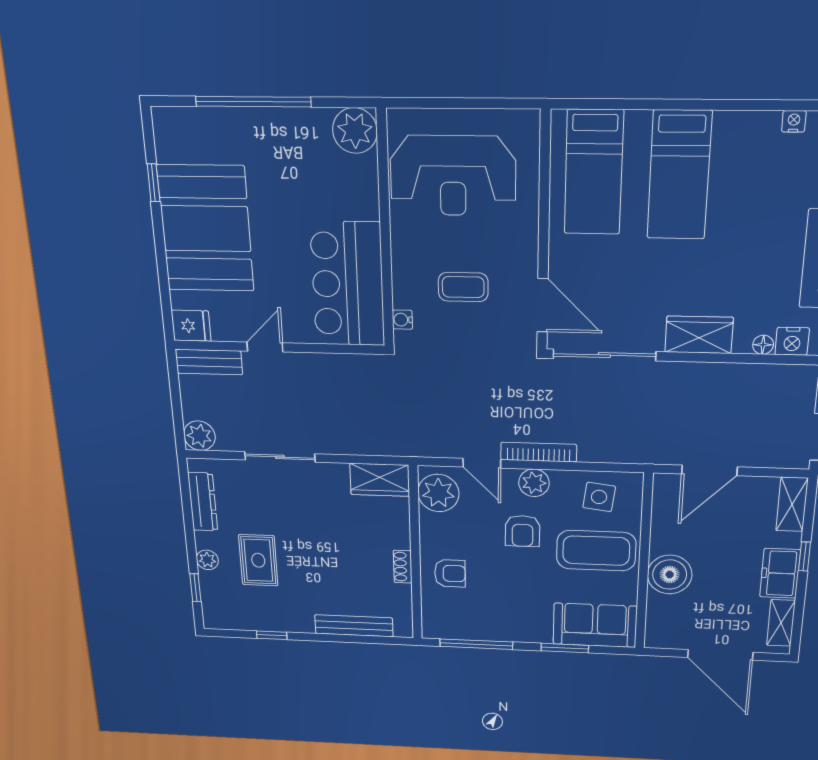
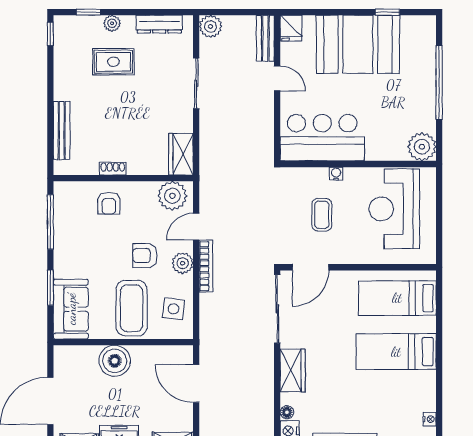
water cooler: (402, 320) -> (336, 174), moved
window: (272, 635) -> (50, 34), moved

